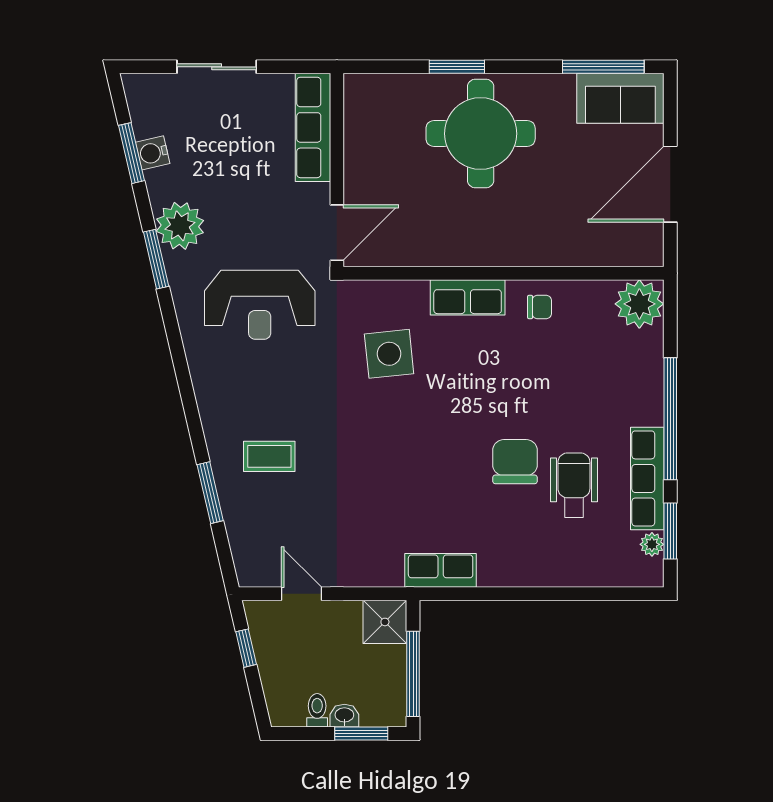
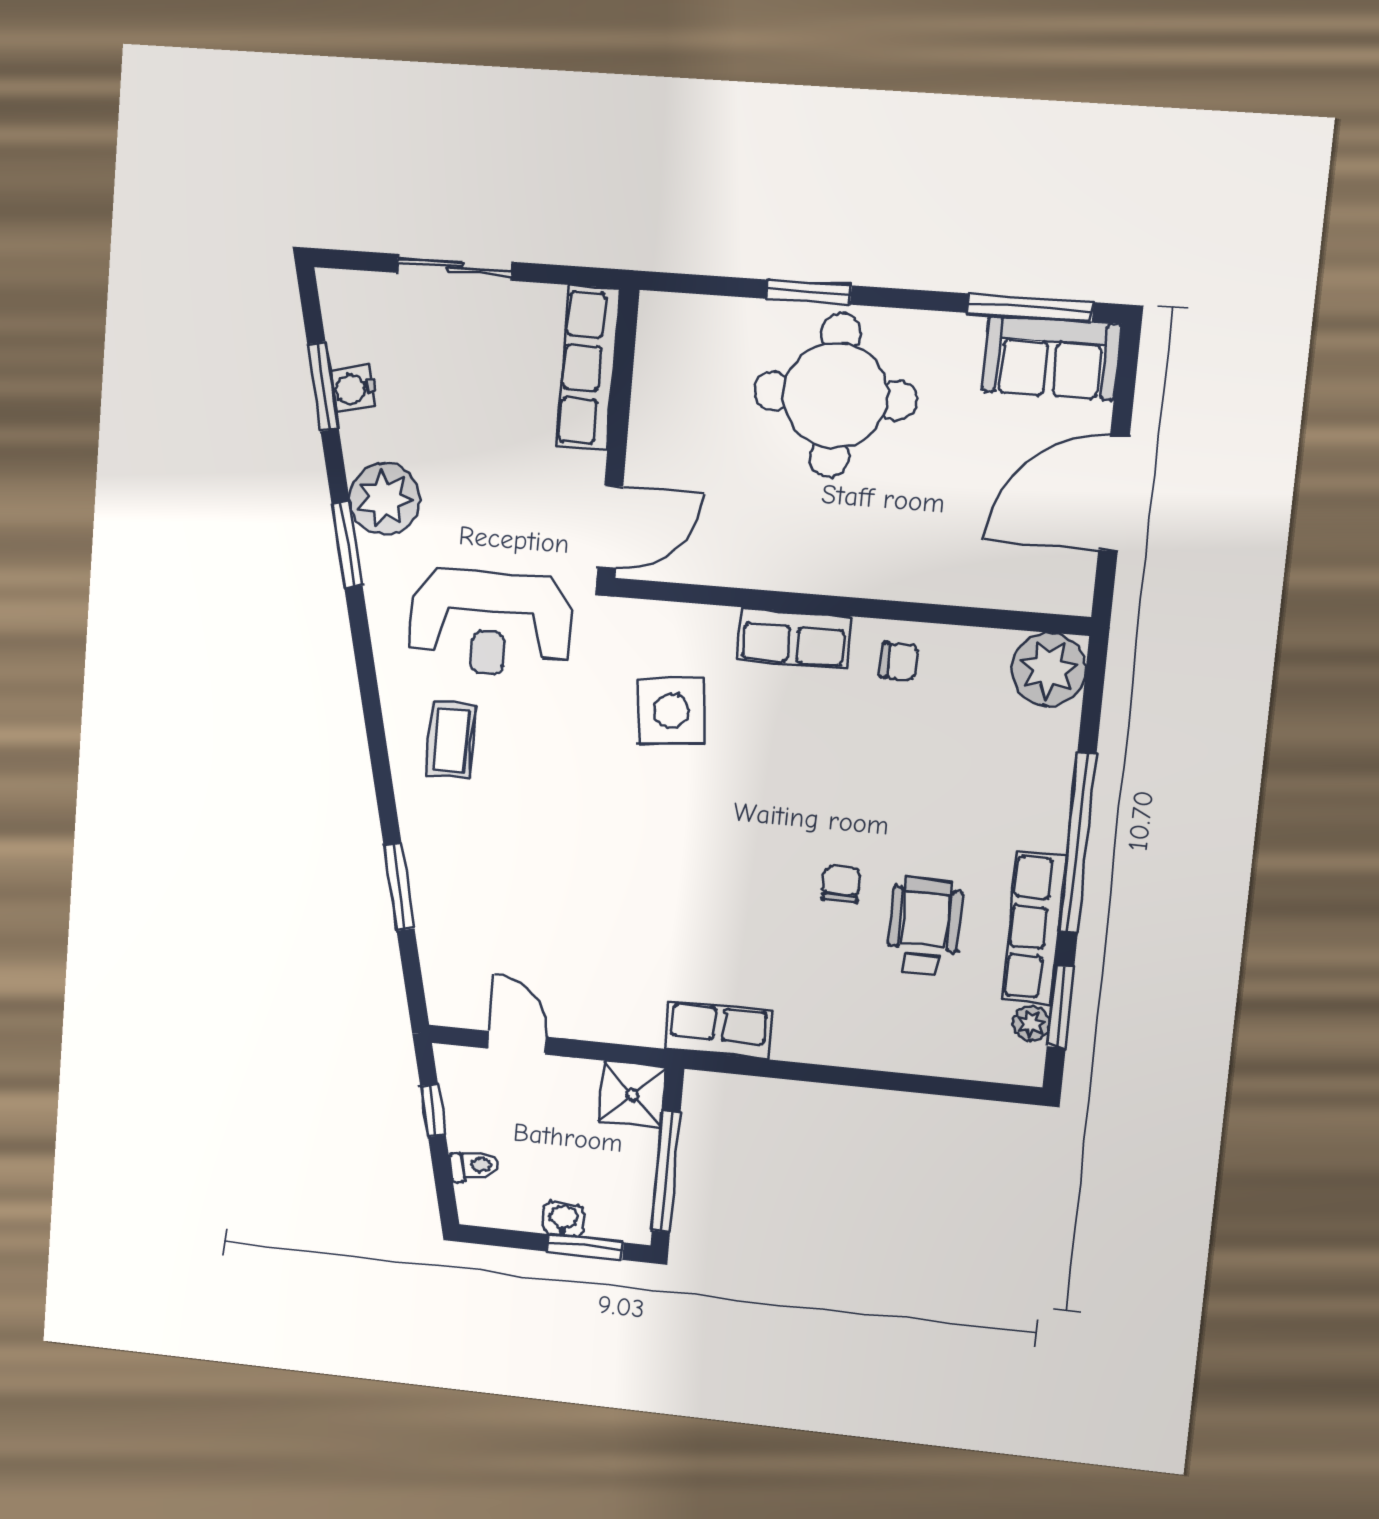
coffee table: (269, 456) -> (451, 740), moved, turned 90
chair: (515, 462) -> (841, 884), width x0.54, depth x0.54
toilet: (317, 710) -> (474, 1166), moved, turned 77

